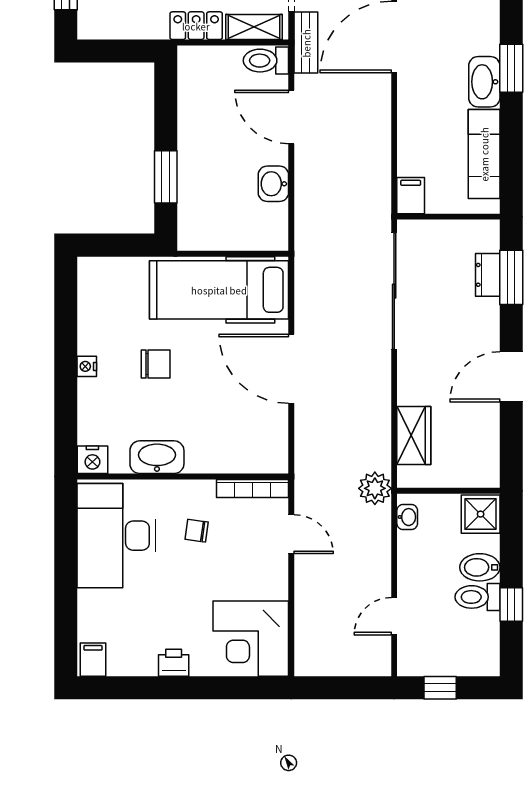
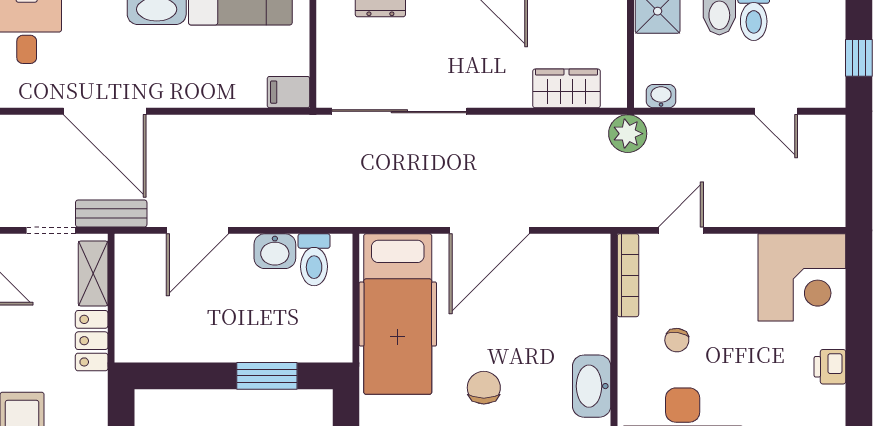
toilet: (266, 61) -> (314, 260), moved

